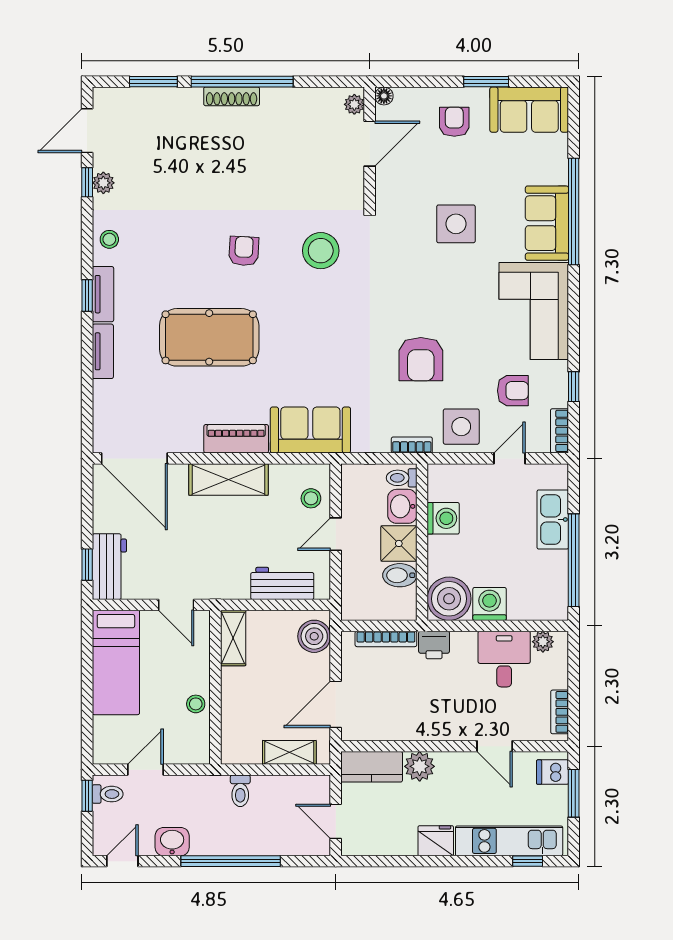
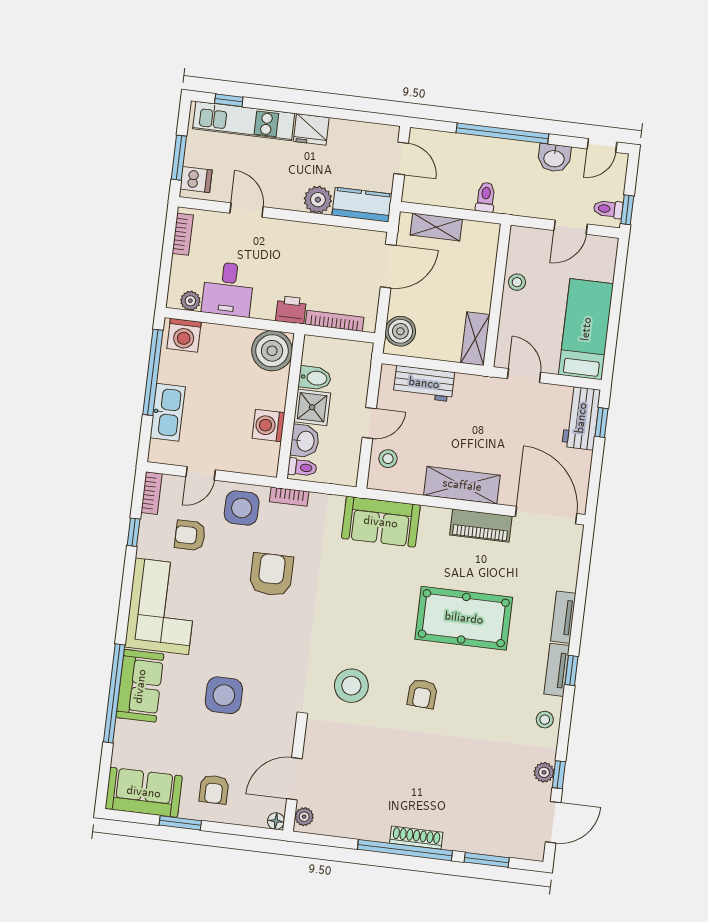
piano: (236, 439) -> (481, 526), moved
washing machine: (490, 604) -> (184, 335), moved

